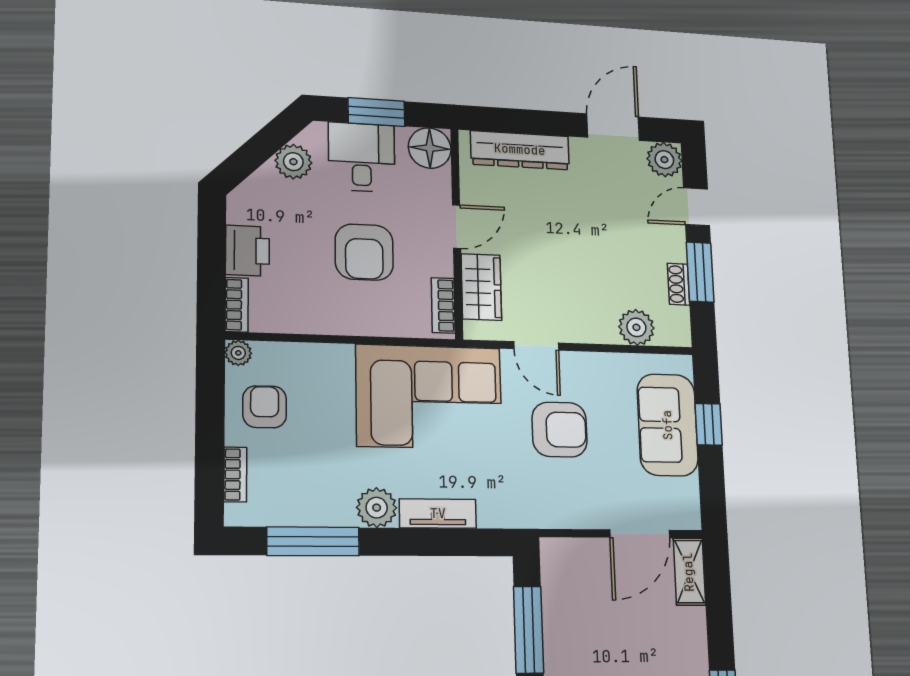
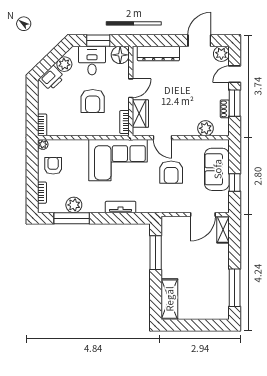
printer: (247, 251) -> (52, 78), moved, turned 46
window: (709, 424) -> (235, 182), moved
armchair: (560, 430) -> (171, 172), turned 90
plant: (377, 508) -> (74, 205), moved

